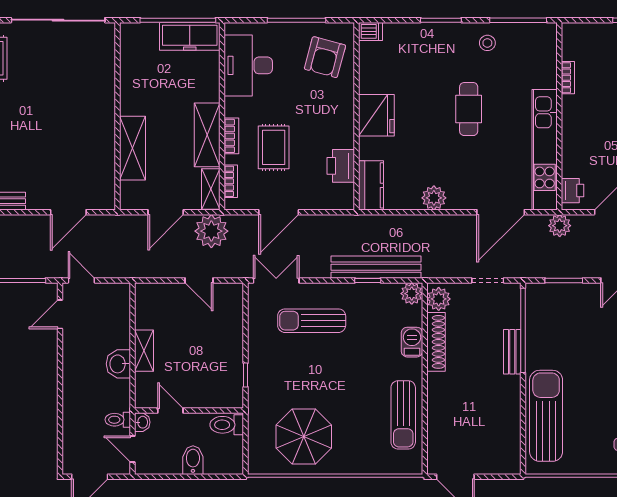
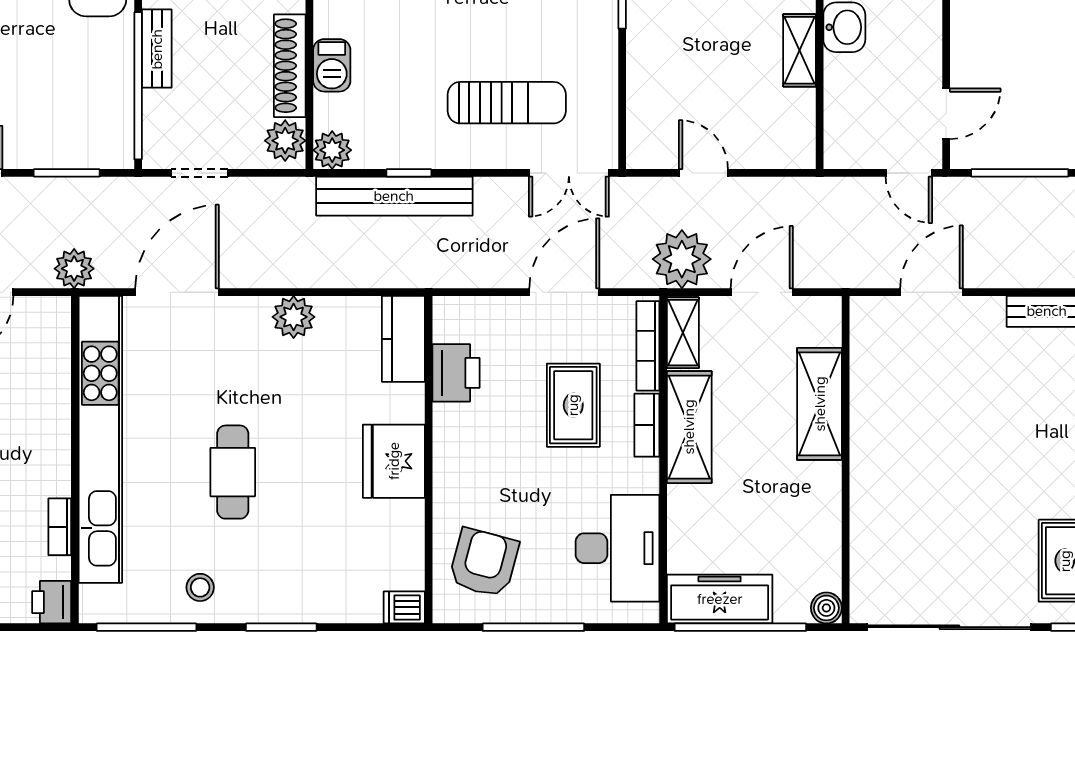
boiler: (129, 31) -> (826, 608), added
kitchen unit: (545, 150) -> (100, 439), width x1.36
bookcase: (231, 181) -> (648, 346), width x1.56
printer: (572, 191) -> (52, 602), moved

